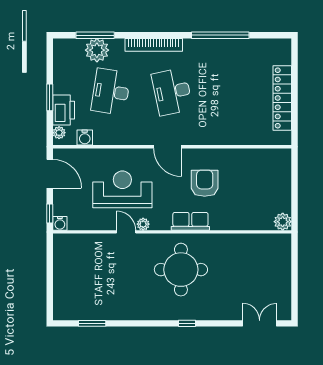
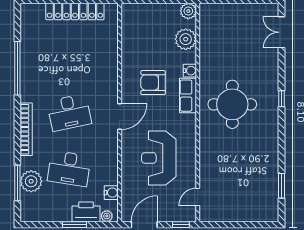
water cooler: (60, 223) -> (190, 71), moved
plant: (143, 224) -> (186, 39), moved, width x1.88, depth x1.88
door: (126, 232) -> (198, 197), moved

